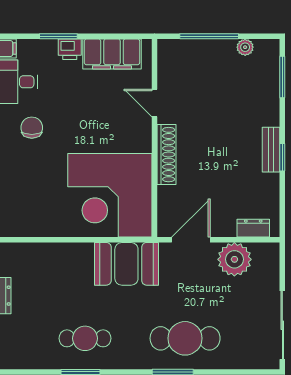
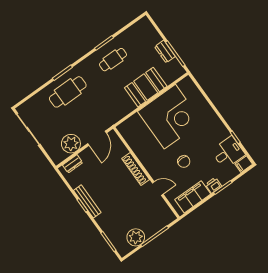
plant: (245, 47) -> (136, 237), width x1.87, depth x1.87
chair: (32, 128) -> (184, 162), moved
bench: (271, 150) -> (87, 201), width x1.36
corner desk: (110, 195) -> (170, 117), moved, turned 90
booth: (126, 264) -> (146, 87), moved

